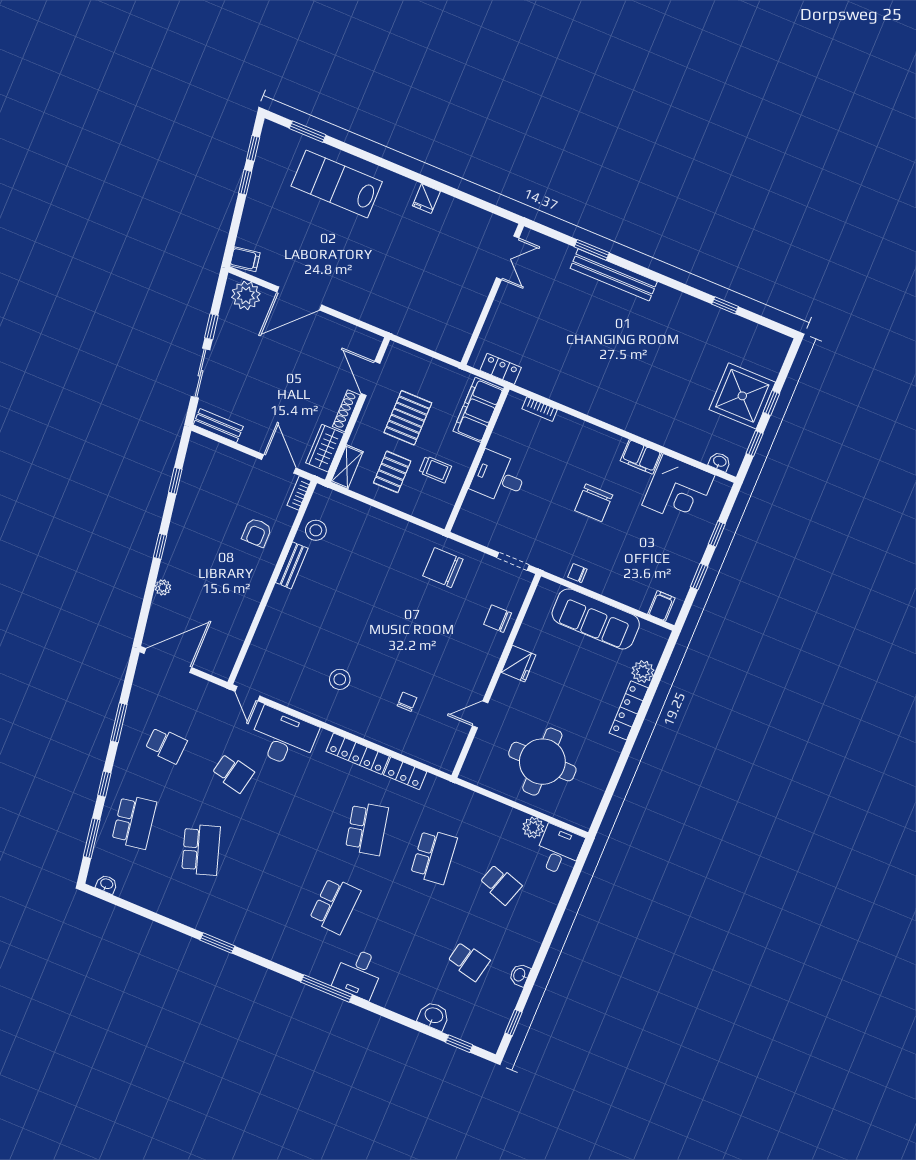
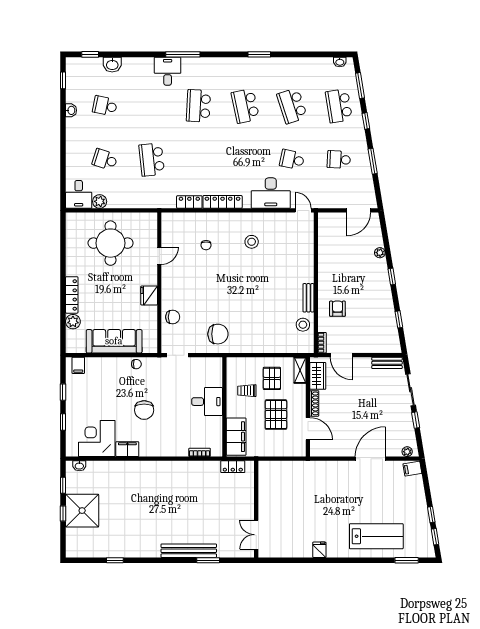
plant: (246, 295) -> (407, 452), width x0.53, depth x0.53
chair: (594, 503) -> (144, 410), turned 180
door: (168, 661) -> (359, 210), width x0.73
school desk: (367, 829) -> (245, 106), moved

